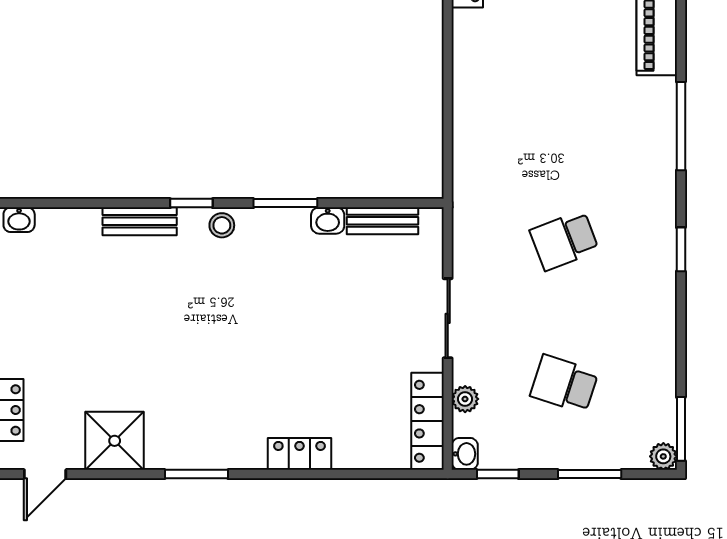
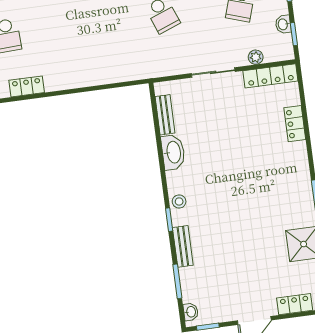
window: (285, 203) -> (177, 281), moved
washbasin: (328, 220) -> (173, 152), width x1.91, depth x1.45
locker: (299, 454) -> (295, 124), moved
washbasin: (465, 454) -> (283, 24), moved, turned -90

